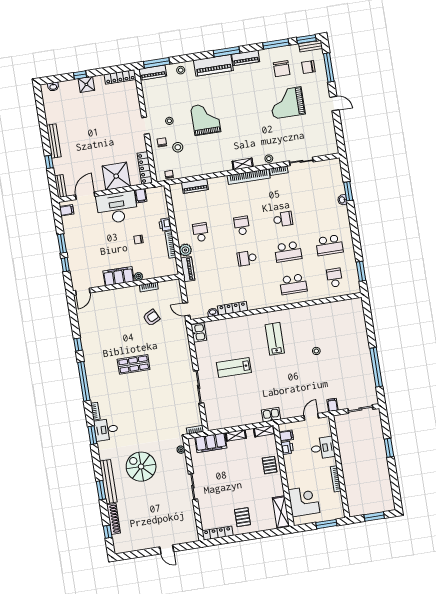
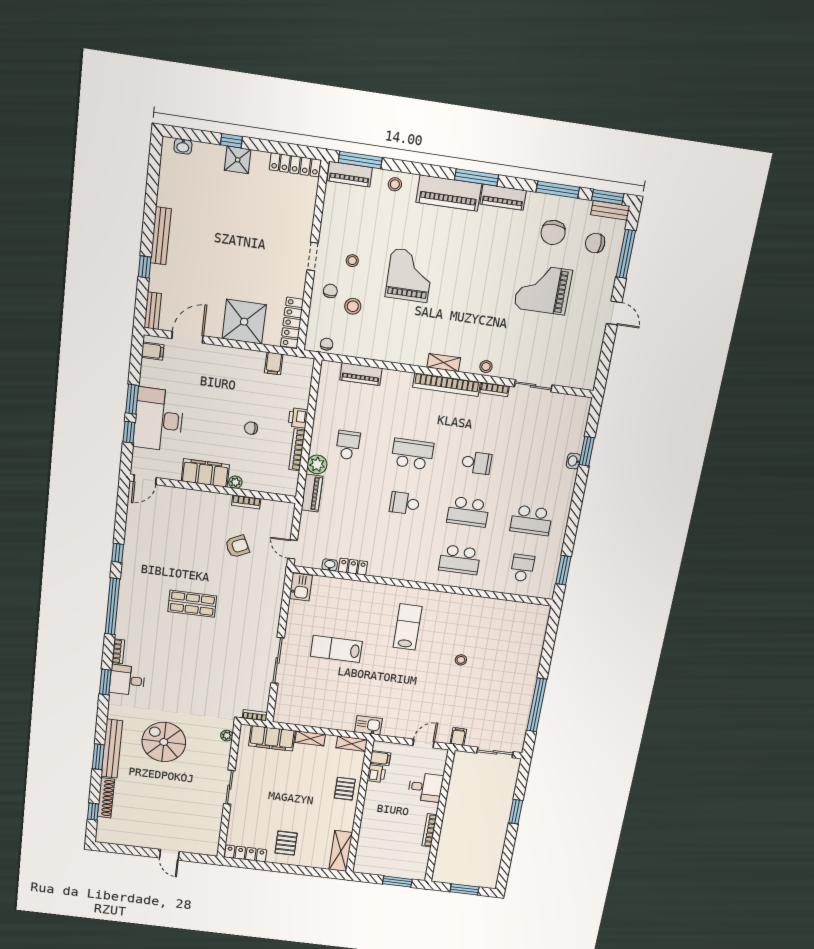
desk: (117, 208) -> (159, 420), moved, turned -90
school desk: (242, 226) -> (412, 454), width x1.85
locker: (233, 308) -> (353, 567), width x0.66
corner desk: (304, 501) -> (377, 846), removed

